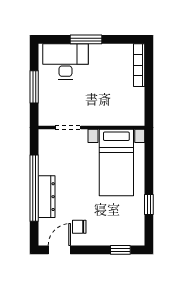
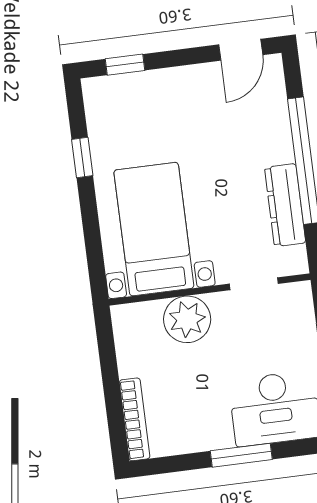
plant: (105, 114) -> (187, 319), added
dresser: (47, 197) -> (285, 205), moved
chair: (79, 227) -> (209, 98), removed

